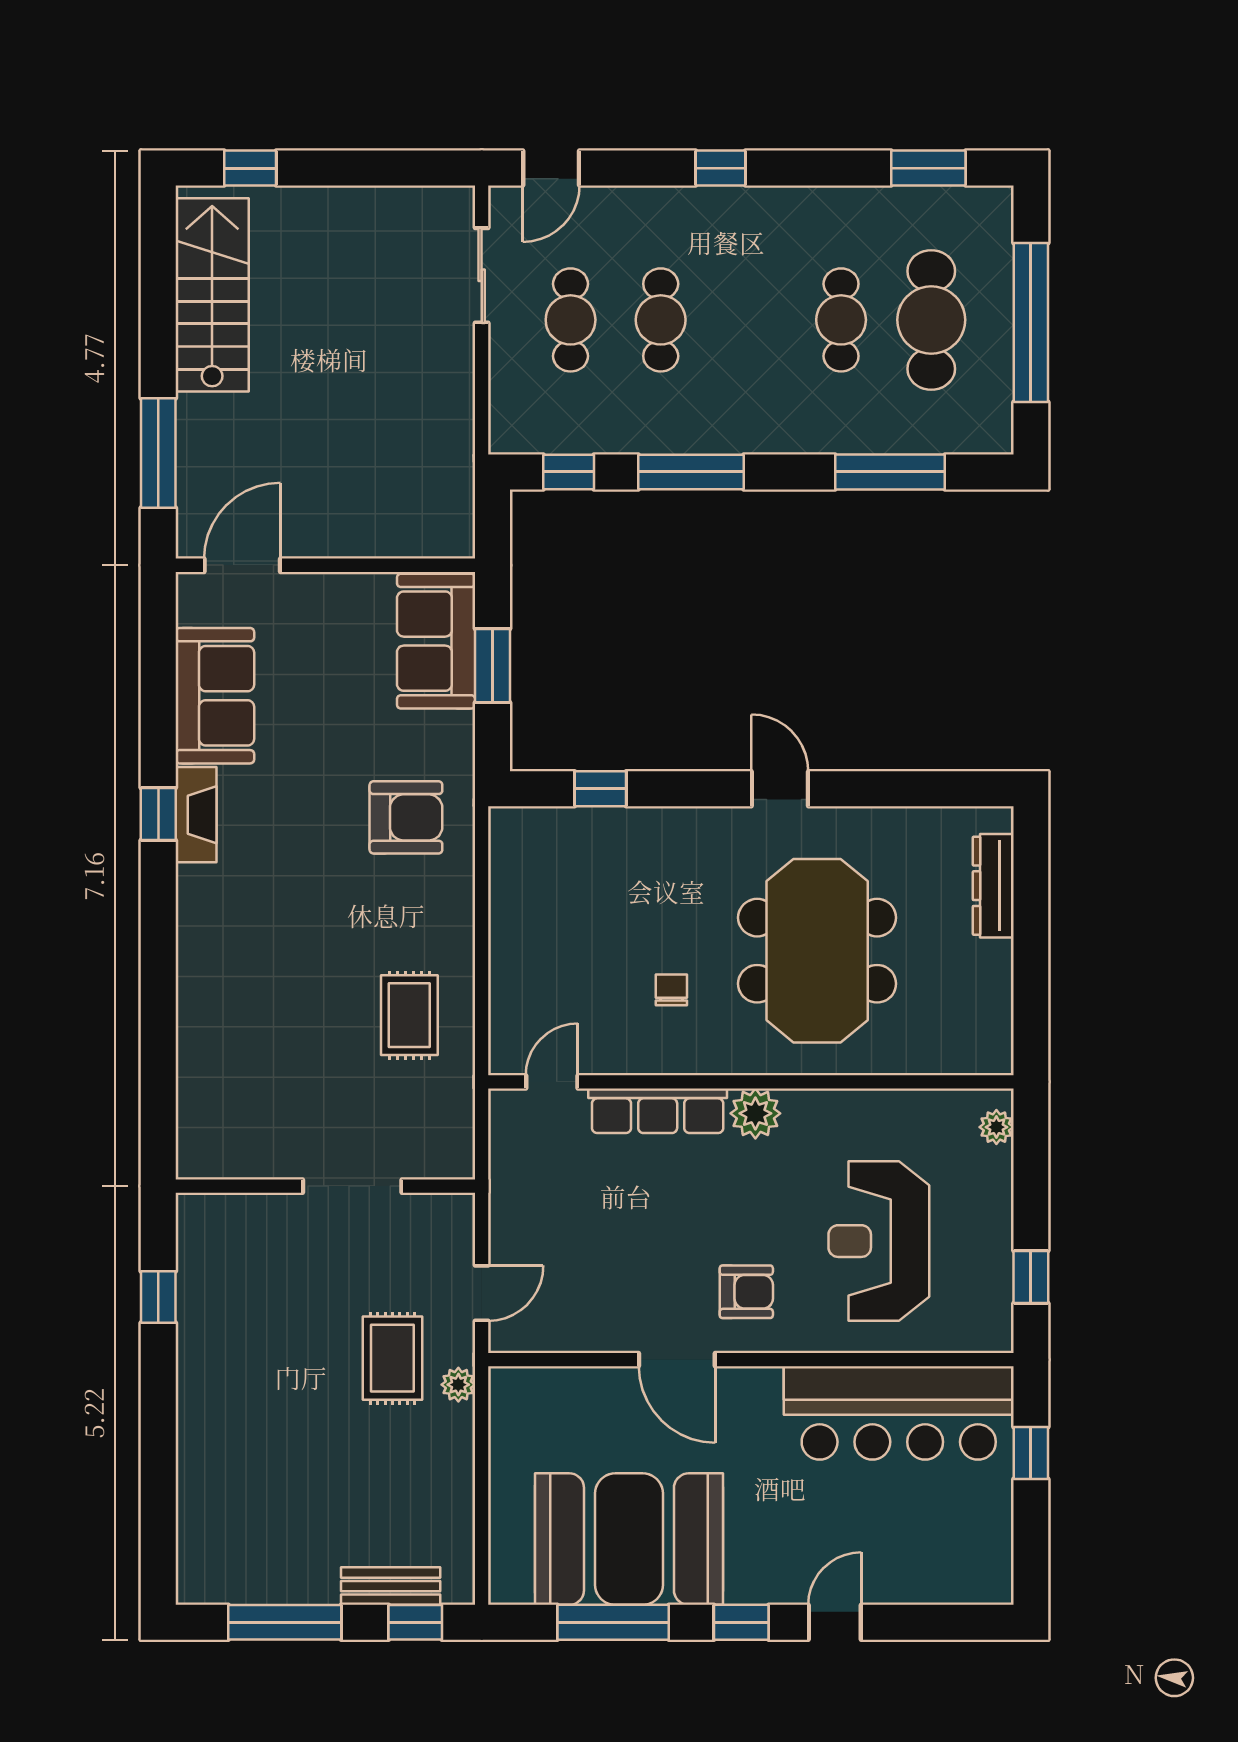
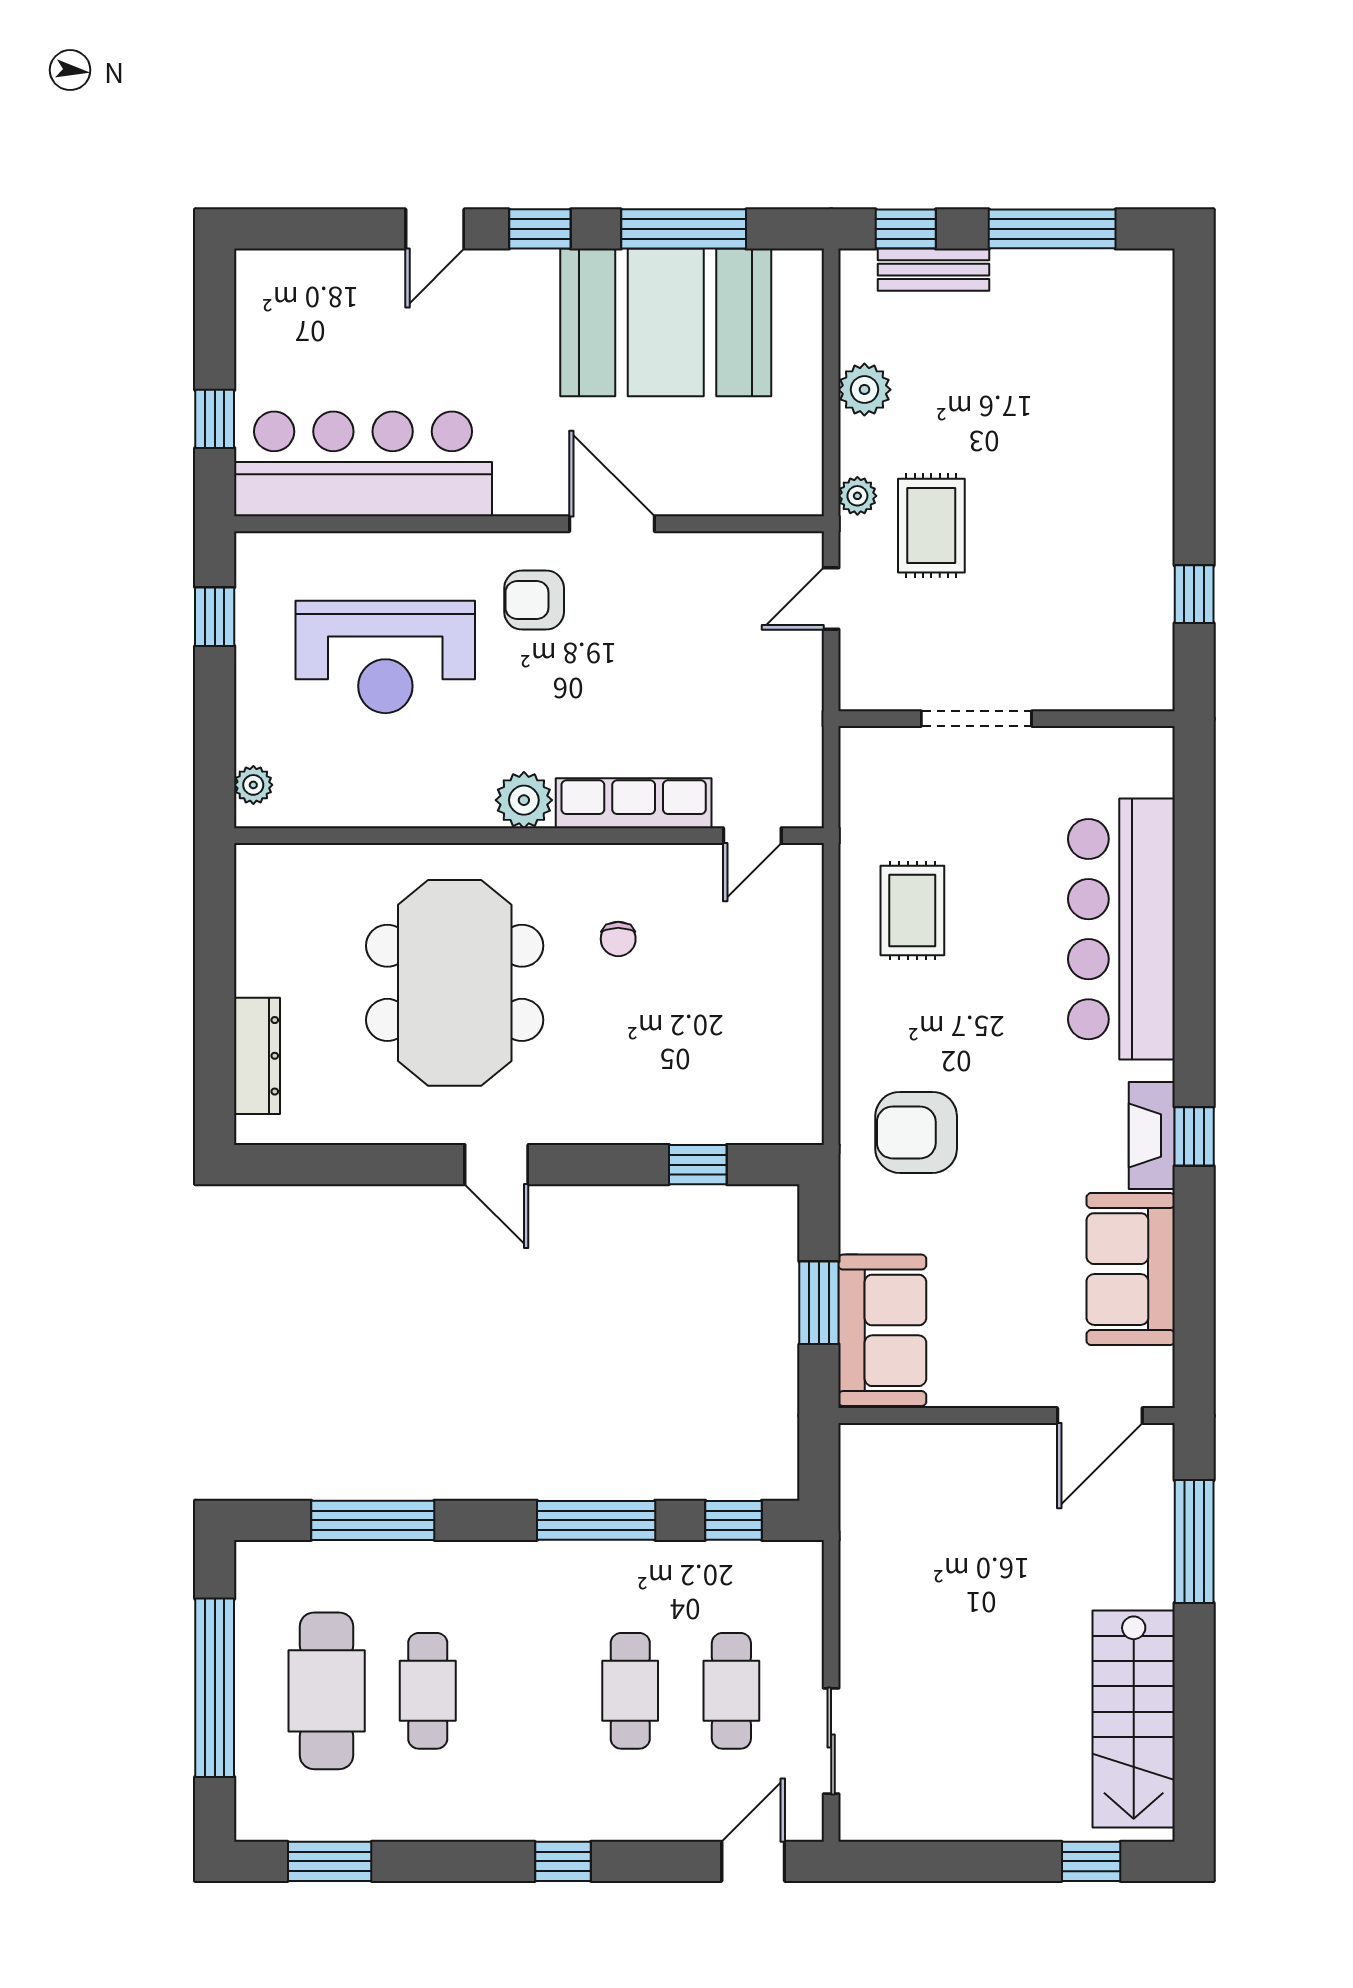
bar counter: (223, 999) -> (1121, 929), added
reception desk: (879, 1241) -> (385, 657), turned 90
plant: (452, 1479) -> (864, 390), added

